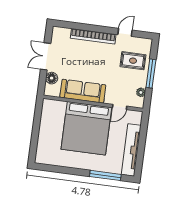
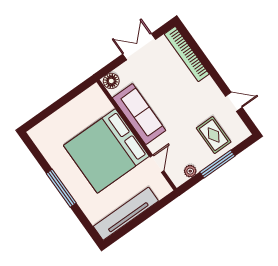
bookcase: (93, 36) -> (187, 54), moved
floor lamp: (52, 78) -> (111, 81), moved
door: (120, 107) -> (157, 164), swing flipped
window: (105, 175) -> (61, 188), moved

